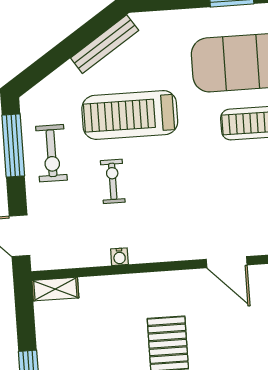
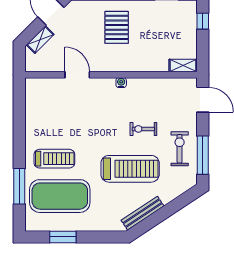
exercise bike: (113, 181) -> (143, 129), turned 90
water cooler: (119, 257) -> (121, 83), moved

